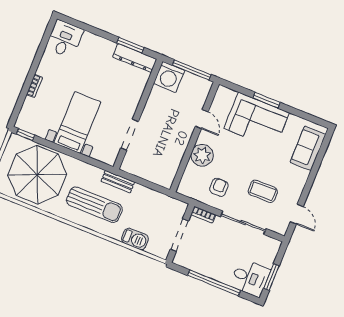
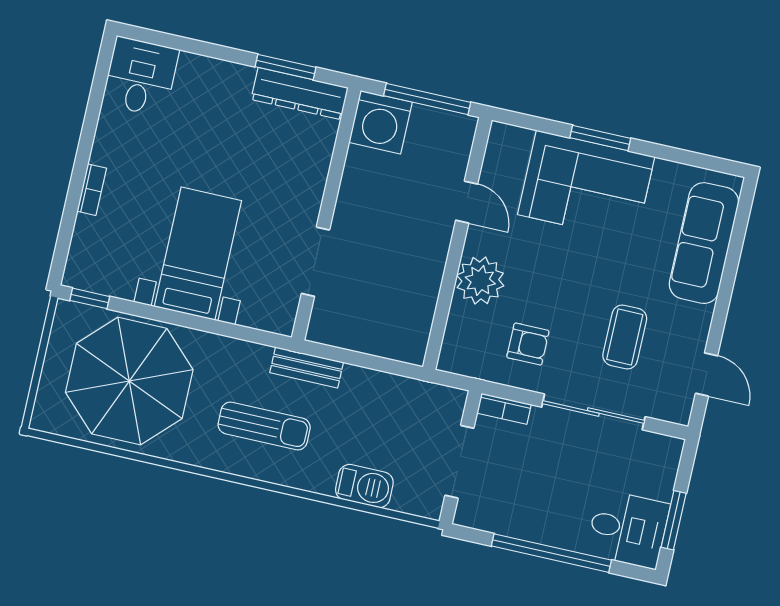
sofa: (308, 148) -> (704, 243), width x1.36
armchair: (219, 187) -> (528, 344), turned 90
coffee table: (263, 191) -> (625, 337), turned 90
sun lounger: (94, 205) -> (264, 426), width x0.73, depth x0.75

